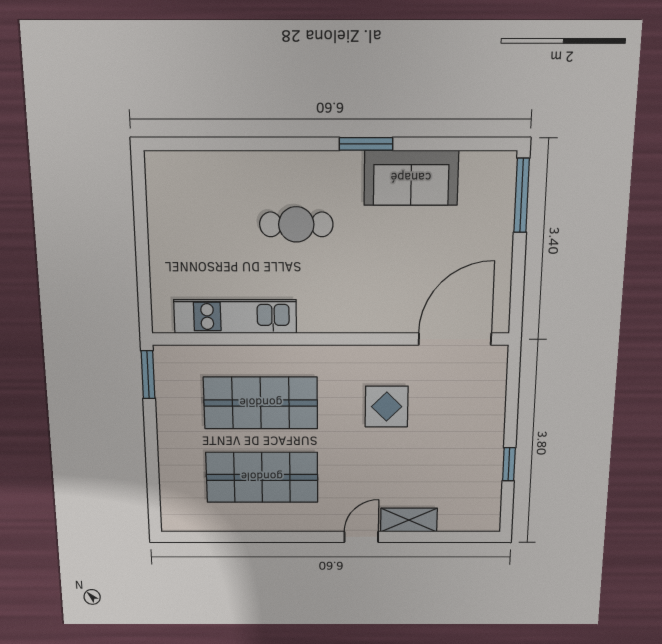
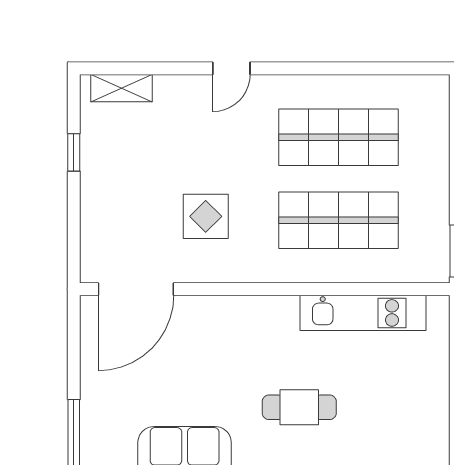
shelving: (409, 520) -> (122, 88), moved

